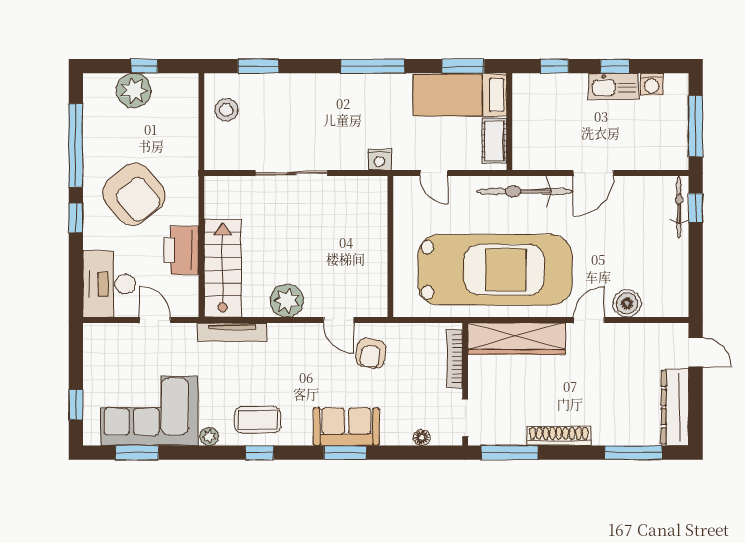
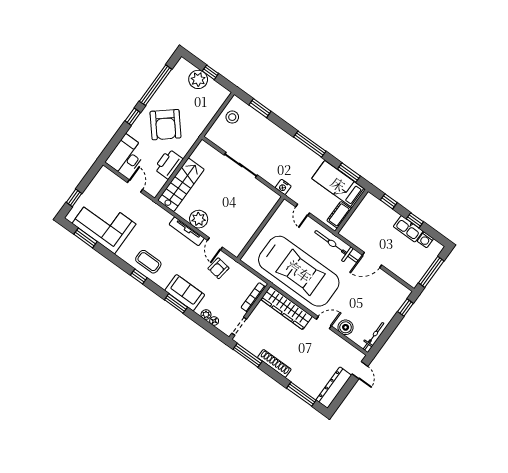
bicycle: (679, 207) -> (373, 336), moved
tv unit: (232, 332) -> (187, 231), moved
plant: (209, 436) -> (206, 315), moved

